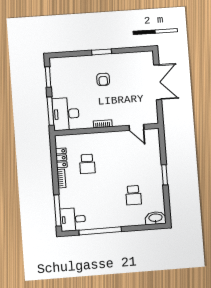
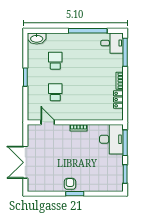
armchair: (103, 79) -> (70, 184), moved
school desk: (87, 164) -> (55, 92), moved

